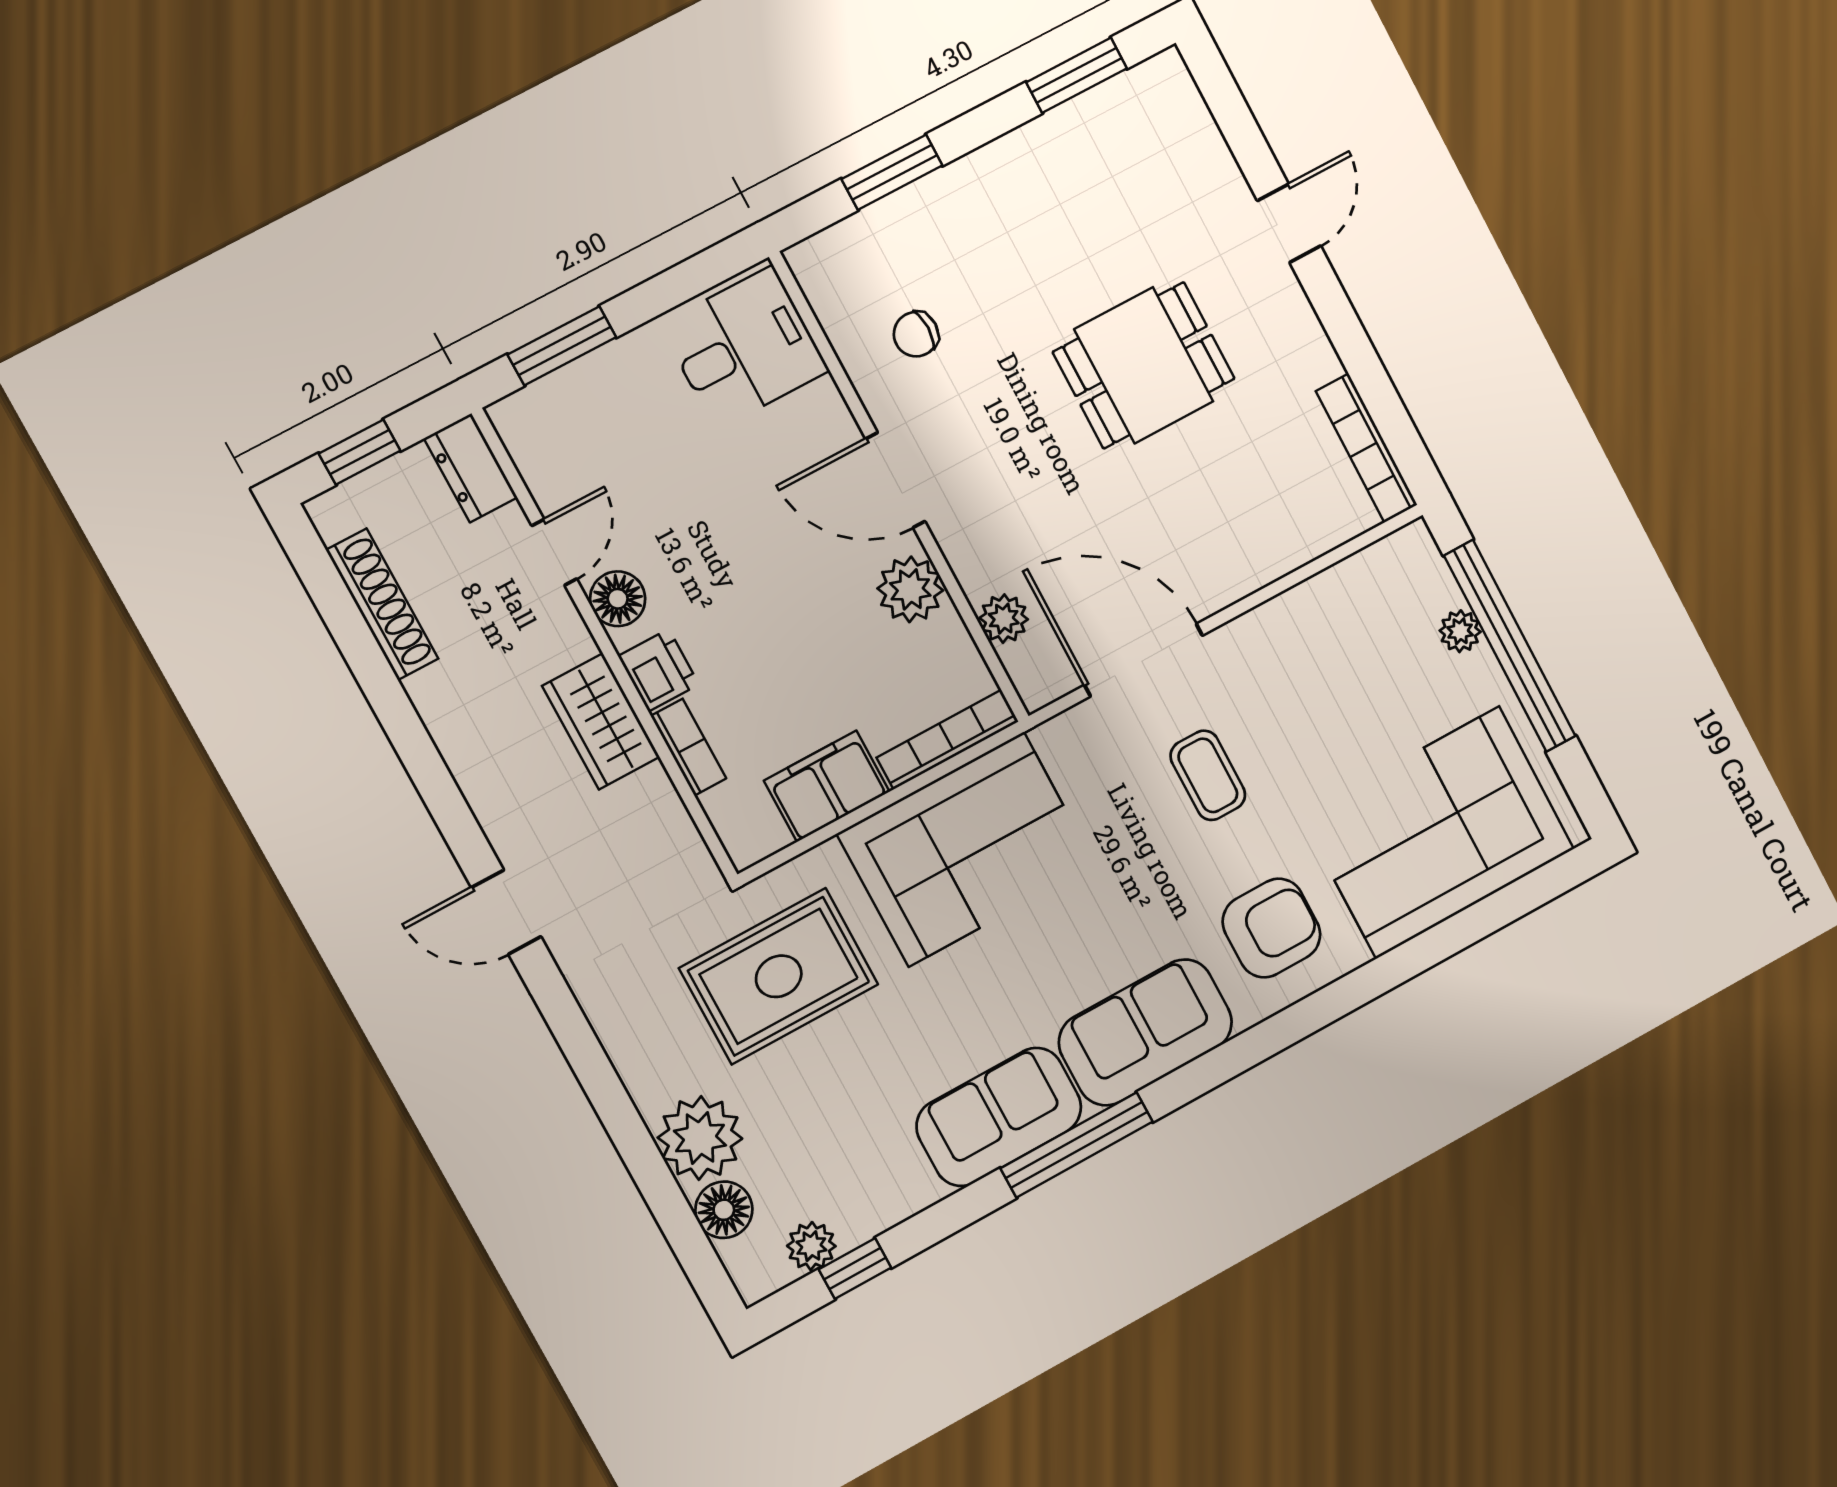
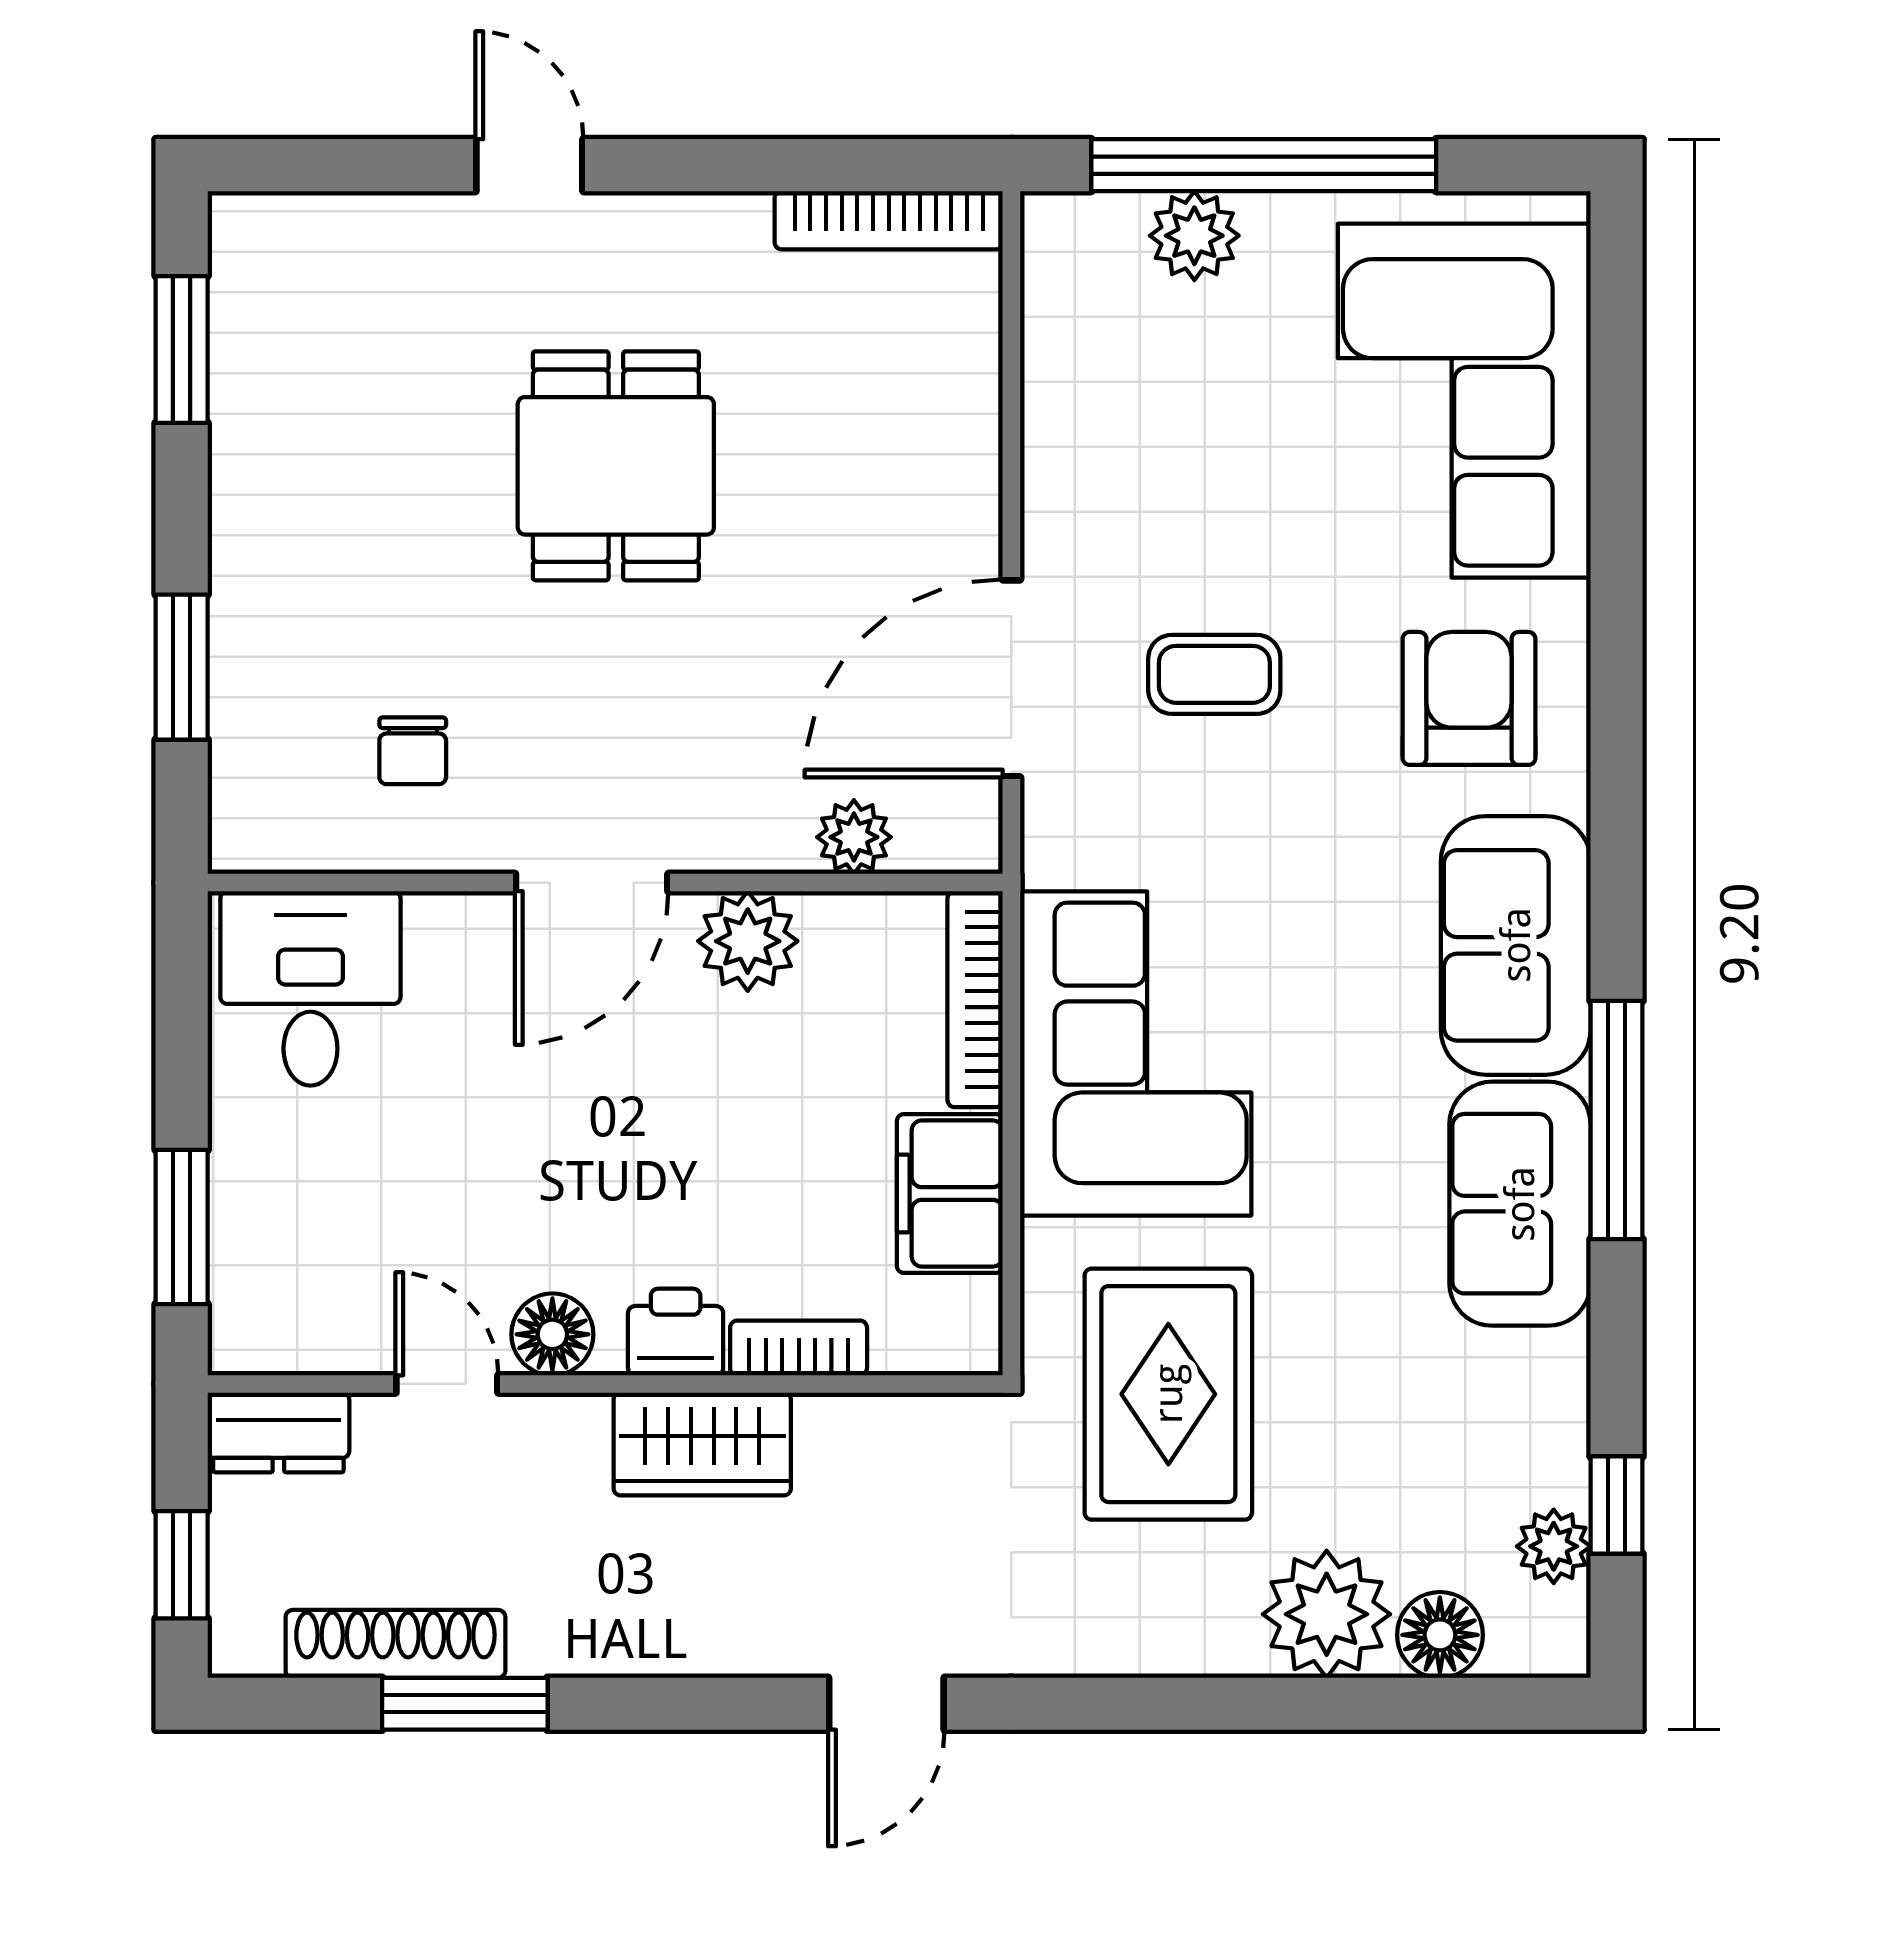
plant: (1460, 631) -> (1194, 236), width x1.38, depth x1.38
window: (369, 665) -> (465, 1704), added

